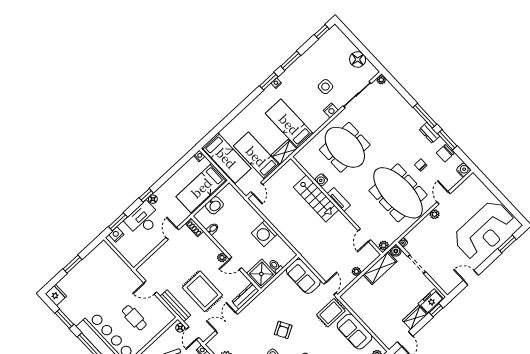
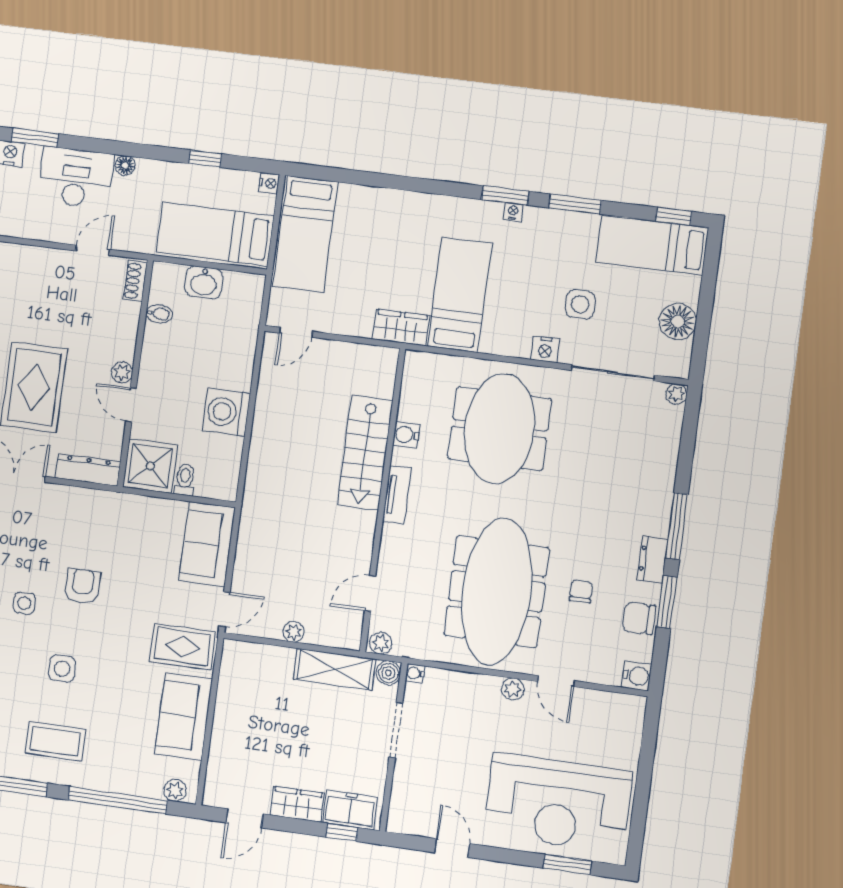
bed: (256, 156) -> (652, 245), moved, turned -90
window: (146, 195) -> (205, 159), moved
door: (444, 198) -> (556, 681), swing flipped
armchair: (283, 330) -> (83, 586), turned 119

